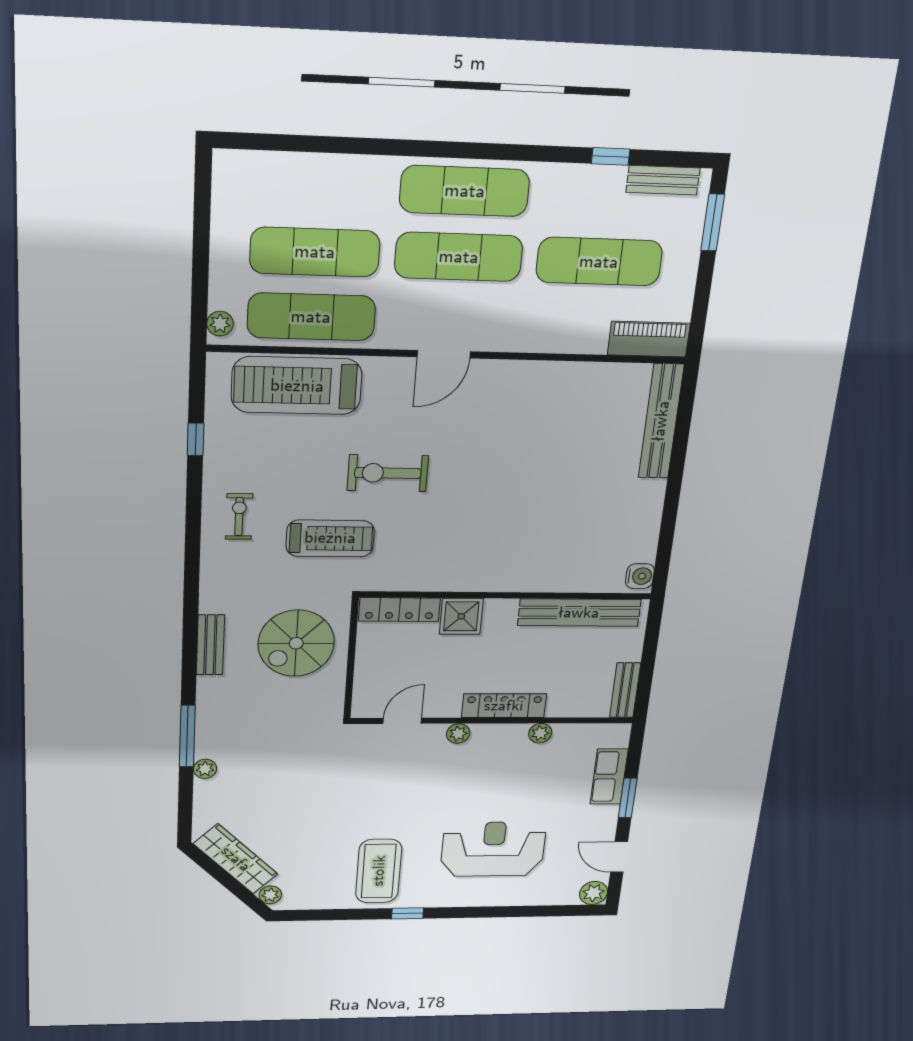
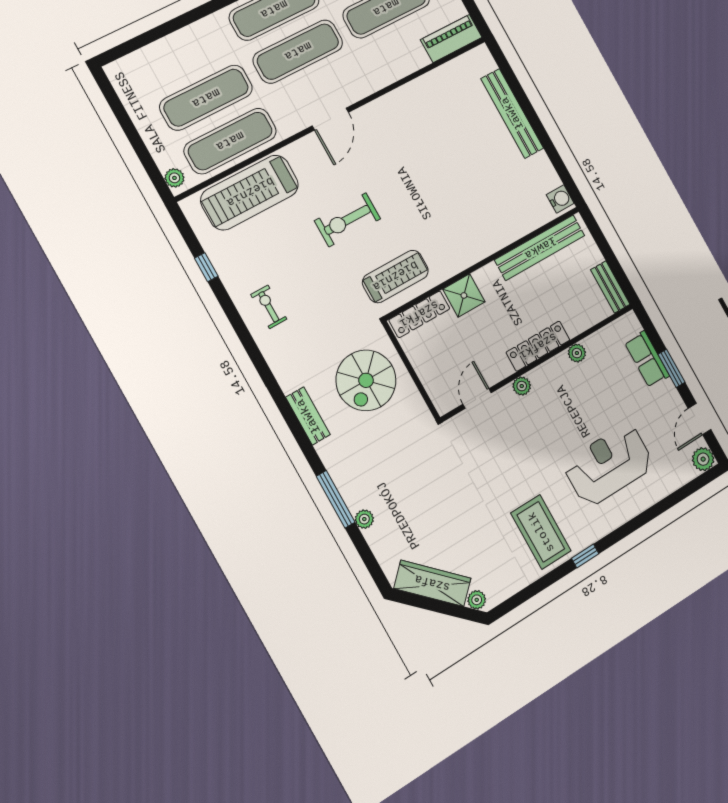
bench: (661, 421) -> (512, 113), moved
treadmill: (330, 538) -> (395, 276), moved
door: (619, 857) -> (700, 419), hinge flipped

